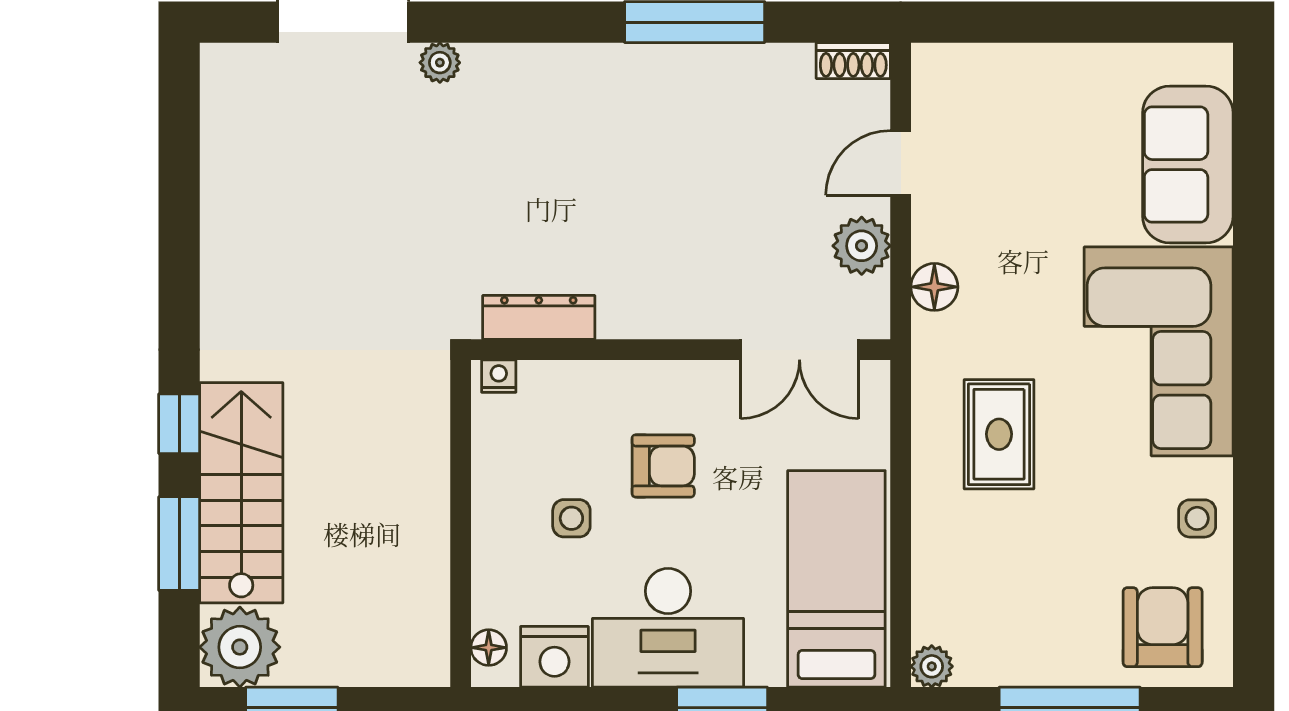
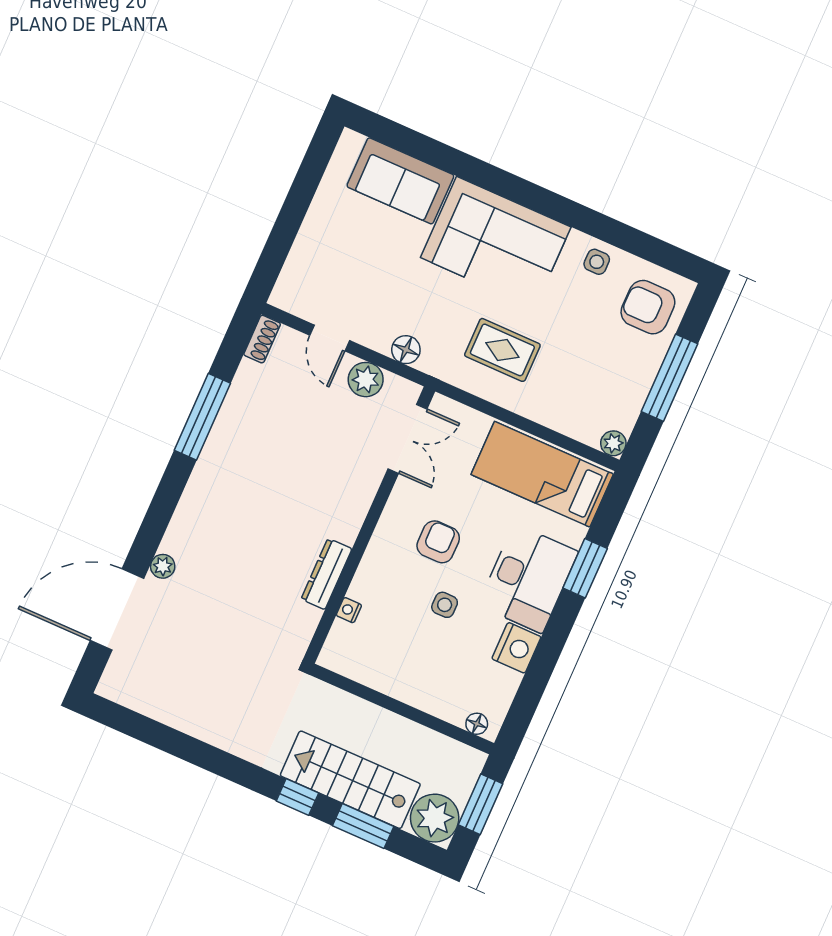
wall: (461, 524) -> (402, 709), moved
floor lamp: (489, 648) -> (477, 724), moved

